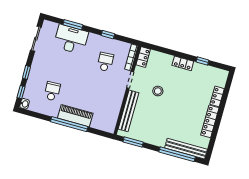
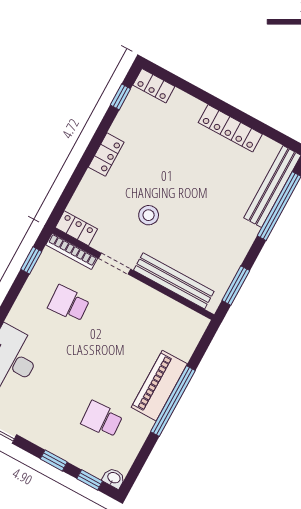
window: (108, 35) -> (31, 260), moved
window: (202, 61) -> (120, 97), moved
locker: (217, 96) -> (154, 86), moved

